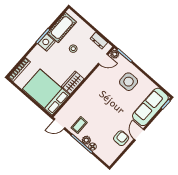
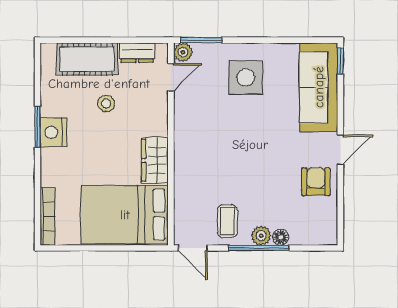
cot: (62, 28) -> (87, 59), moved, turned 90
door: (59, 124) -> (193, 248), hinge flipped
door: (139, 135) -> (340, 150), swing flipped

